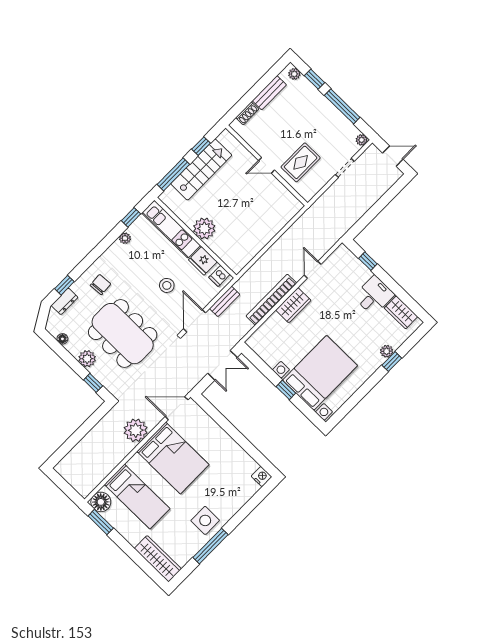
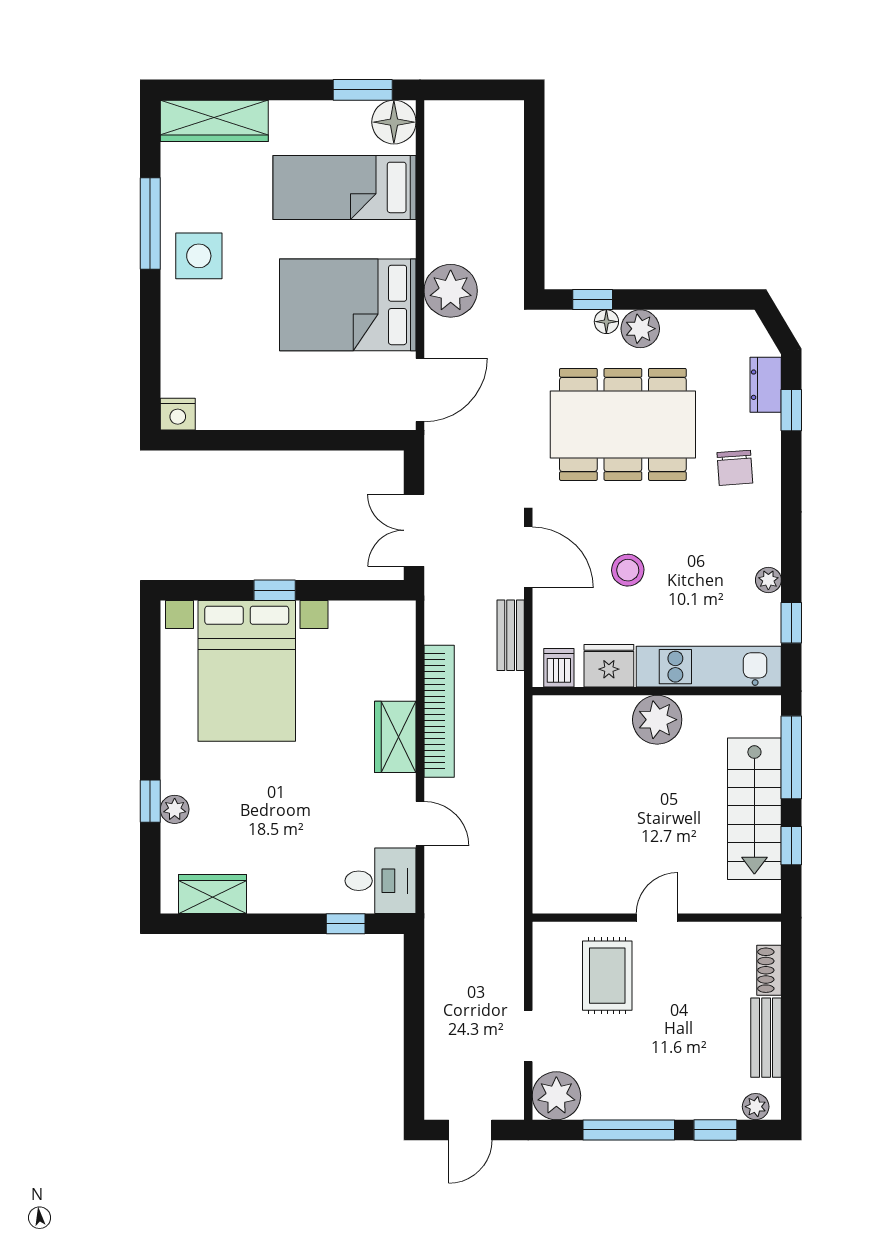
plant: (362, 140) -> (556, 1096), width x1.88, depth x1.88
desk: (374, 296) -> (381, 881), moved, turned -90
floor lamp: (62, 339) -> (606, 322), moved

